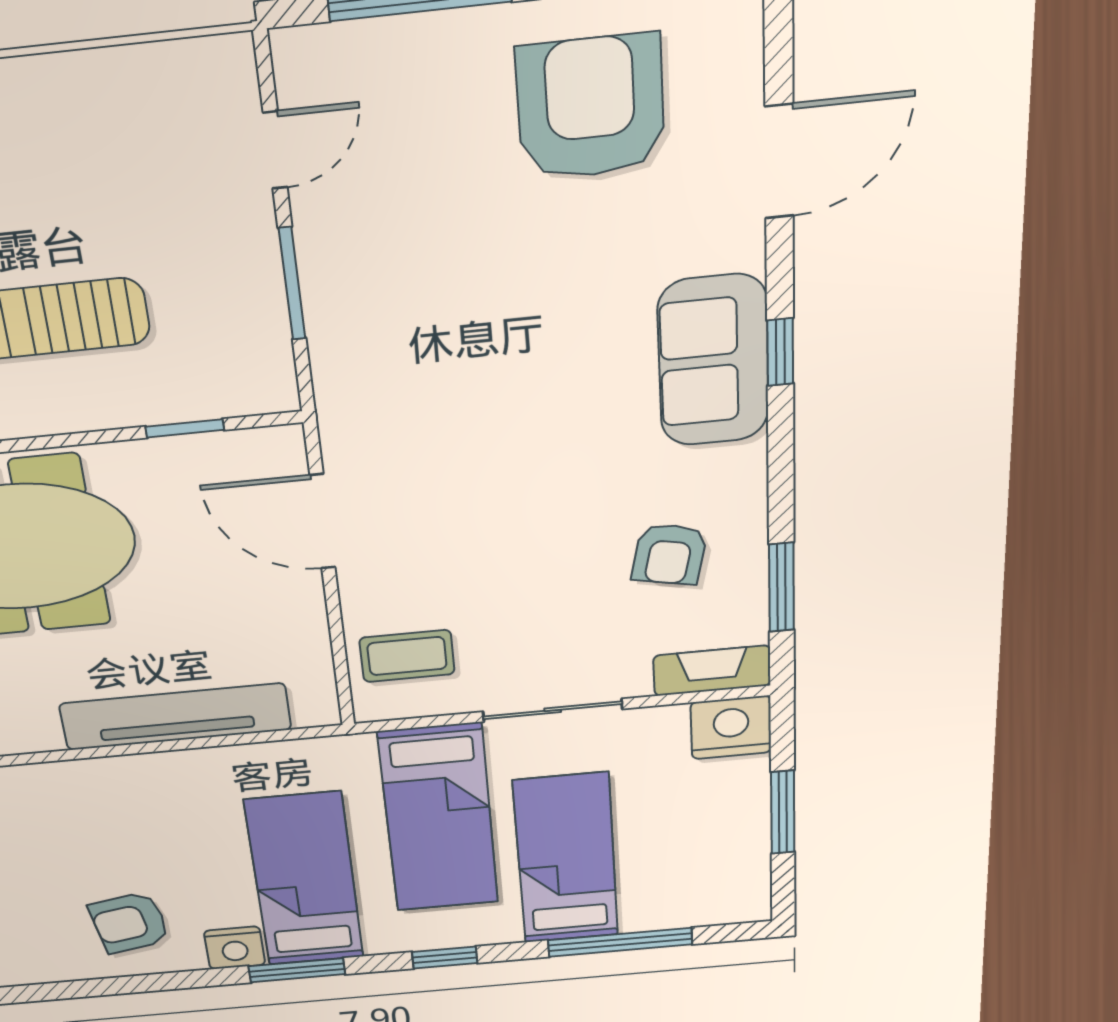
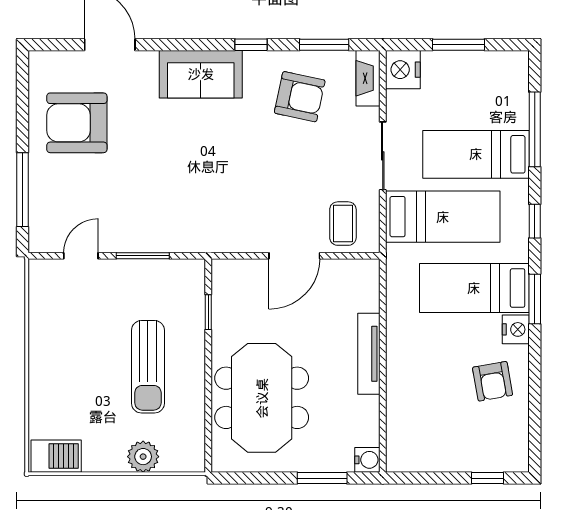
door: (275, 150) -> (81, 256), hinge flipped
window: (780, 352) -> (251, 45), moved
door: (322, 522) -> (294, 256), moved
armchair: (669, 554) -> (300, 97), width x1.38, depth x1.38
tv unit: (175, 717) -> (369, 354), width x0.73, depth x0.78

